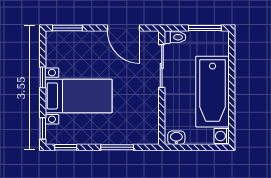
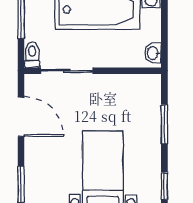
door: (124, 28) -> (21, 117), hinge flipped

